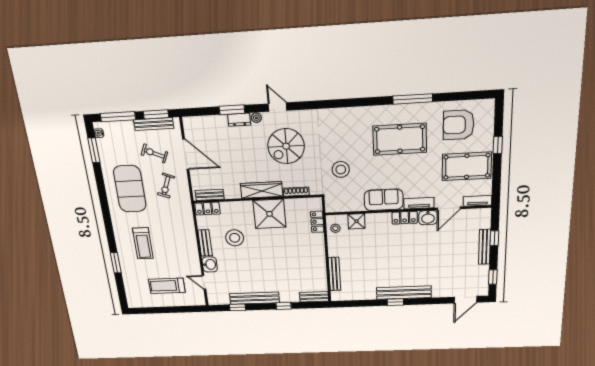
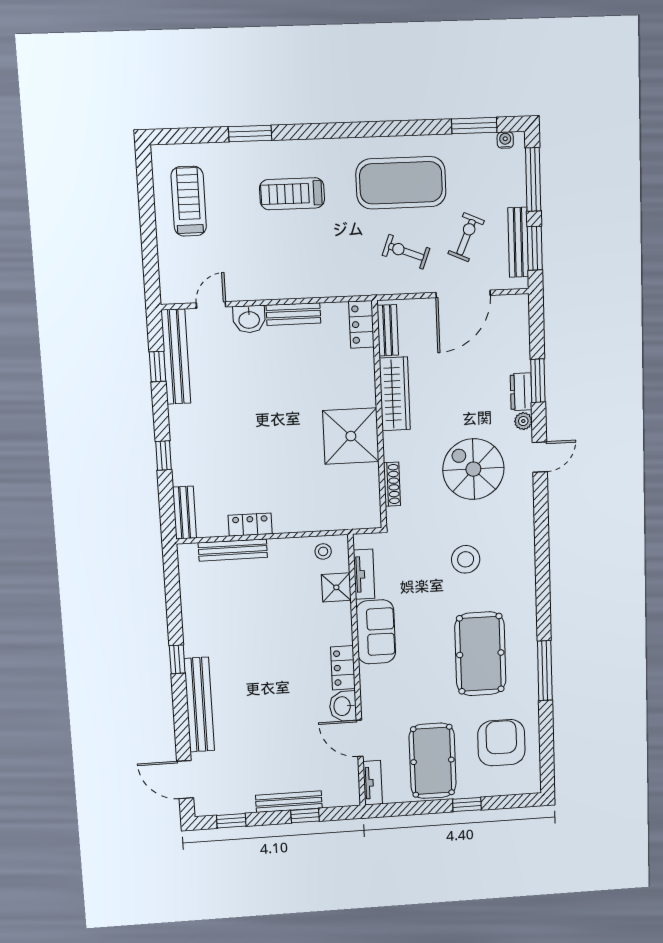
stool: (341, 170) -> (466, 559), moved
wardrobe: (262, 190) -> (395, 394), moved
tv unit: (419, 203) -> (364, 574), moved
locker: (317, 222) -> (250, 525), moved
stool: (235, 238) -> (304, 370), removed
treadmill: (167, 286) -> (189, 201), moved
bench: (404, 293) -> (199, 705), moved
bench: (255, 298) -> (176, 357), moved

